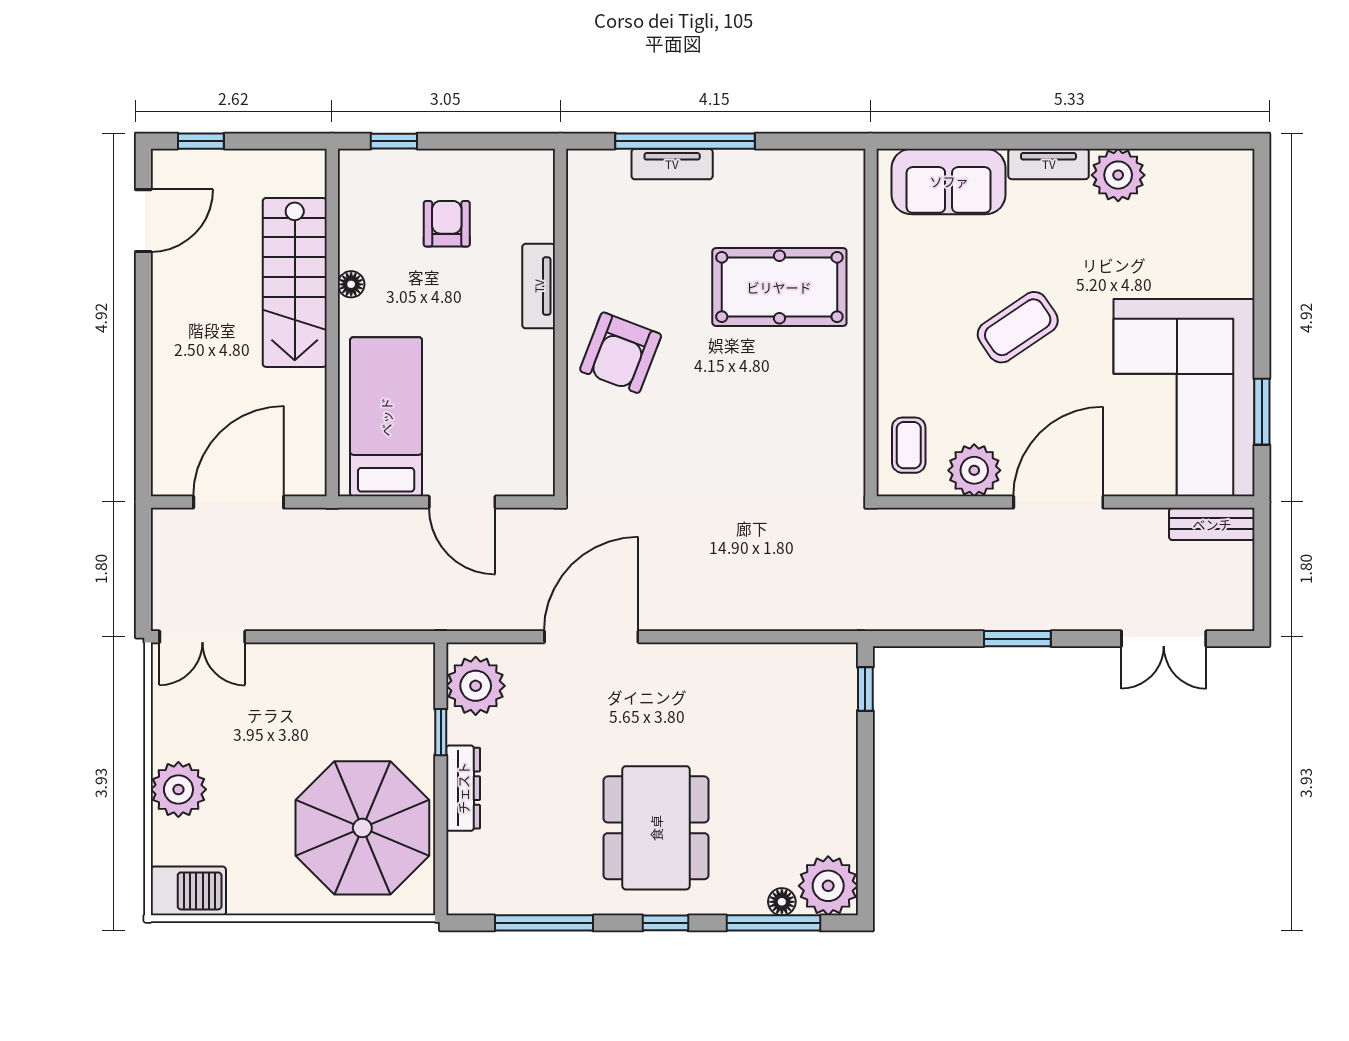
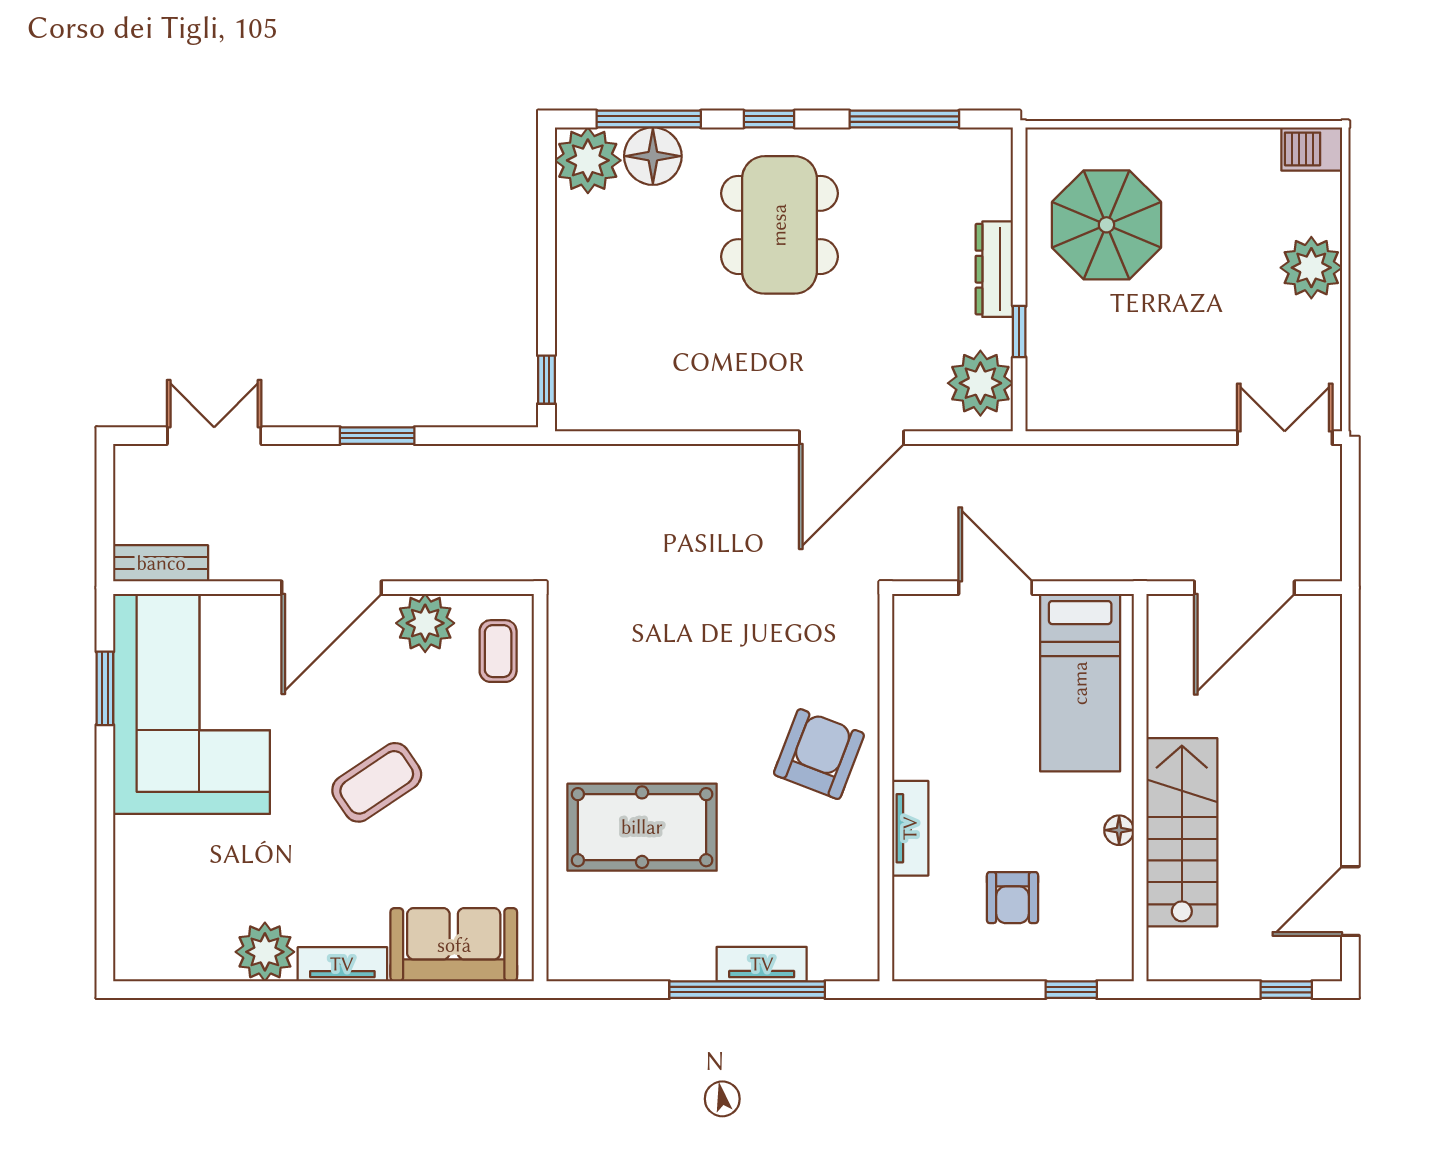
parasol: (362, 828) -> (1106, 225), width x0.73, depth x0.73
barbecue: (188, 891) -> (1312, 149), width x0.73, depth x0.79
floor lamp: (782, 902) -> (653, 156), width x1.89, depth x1.89

